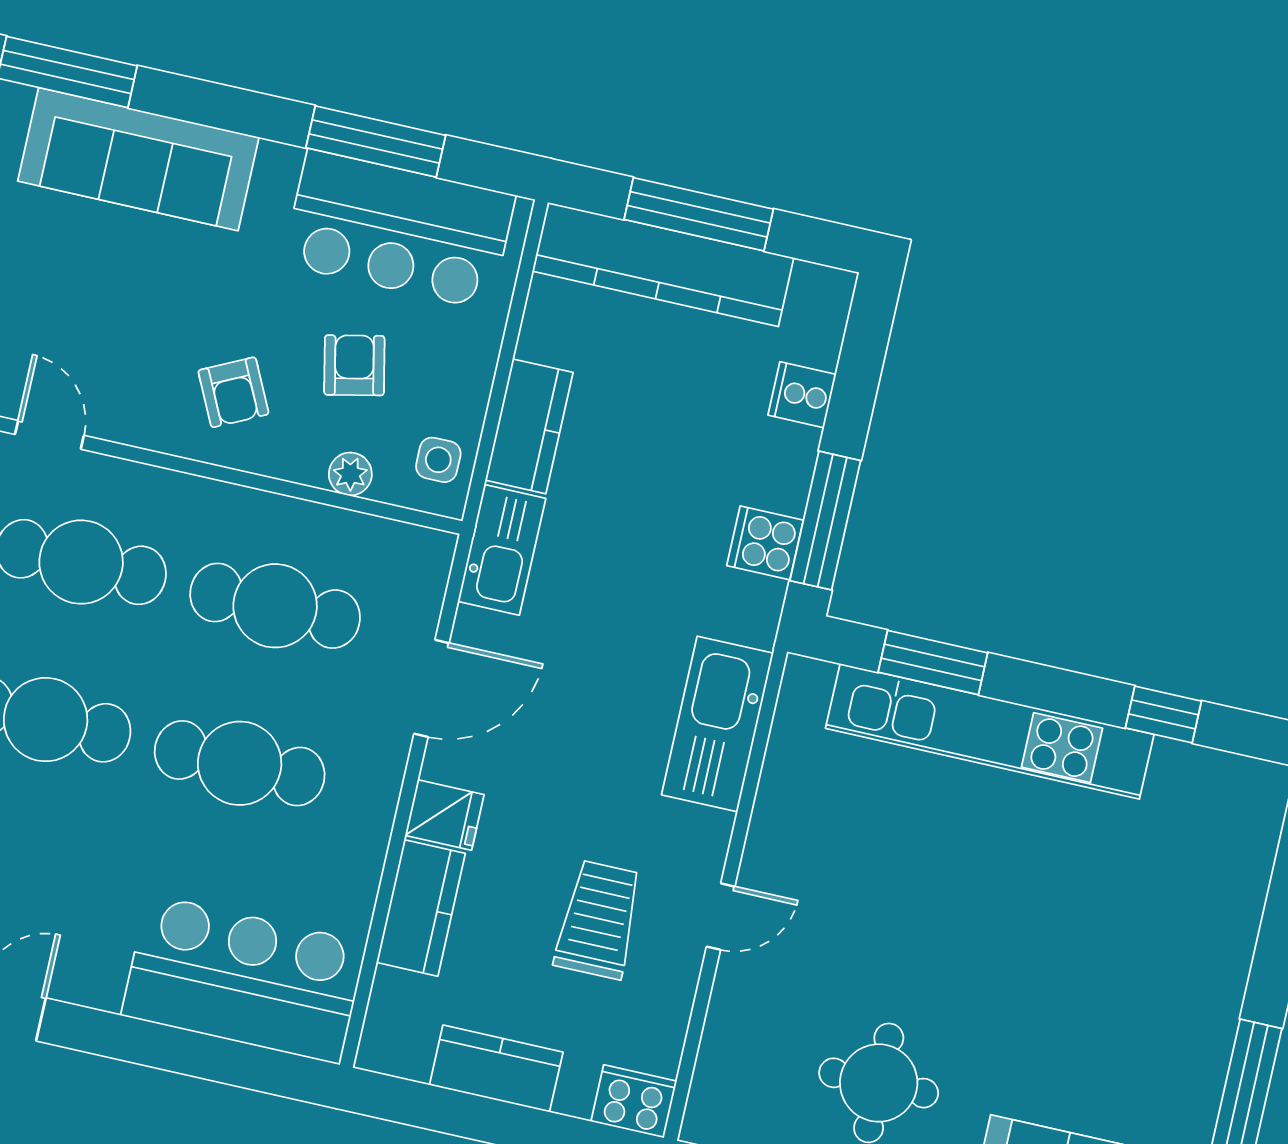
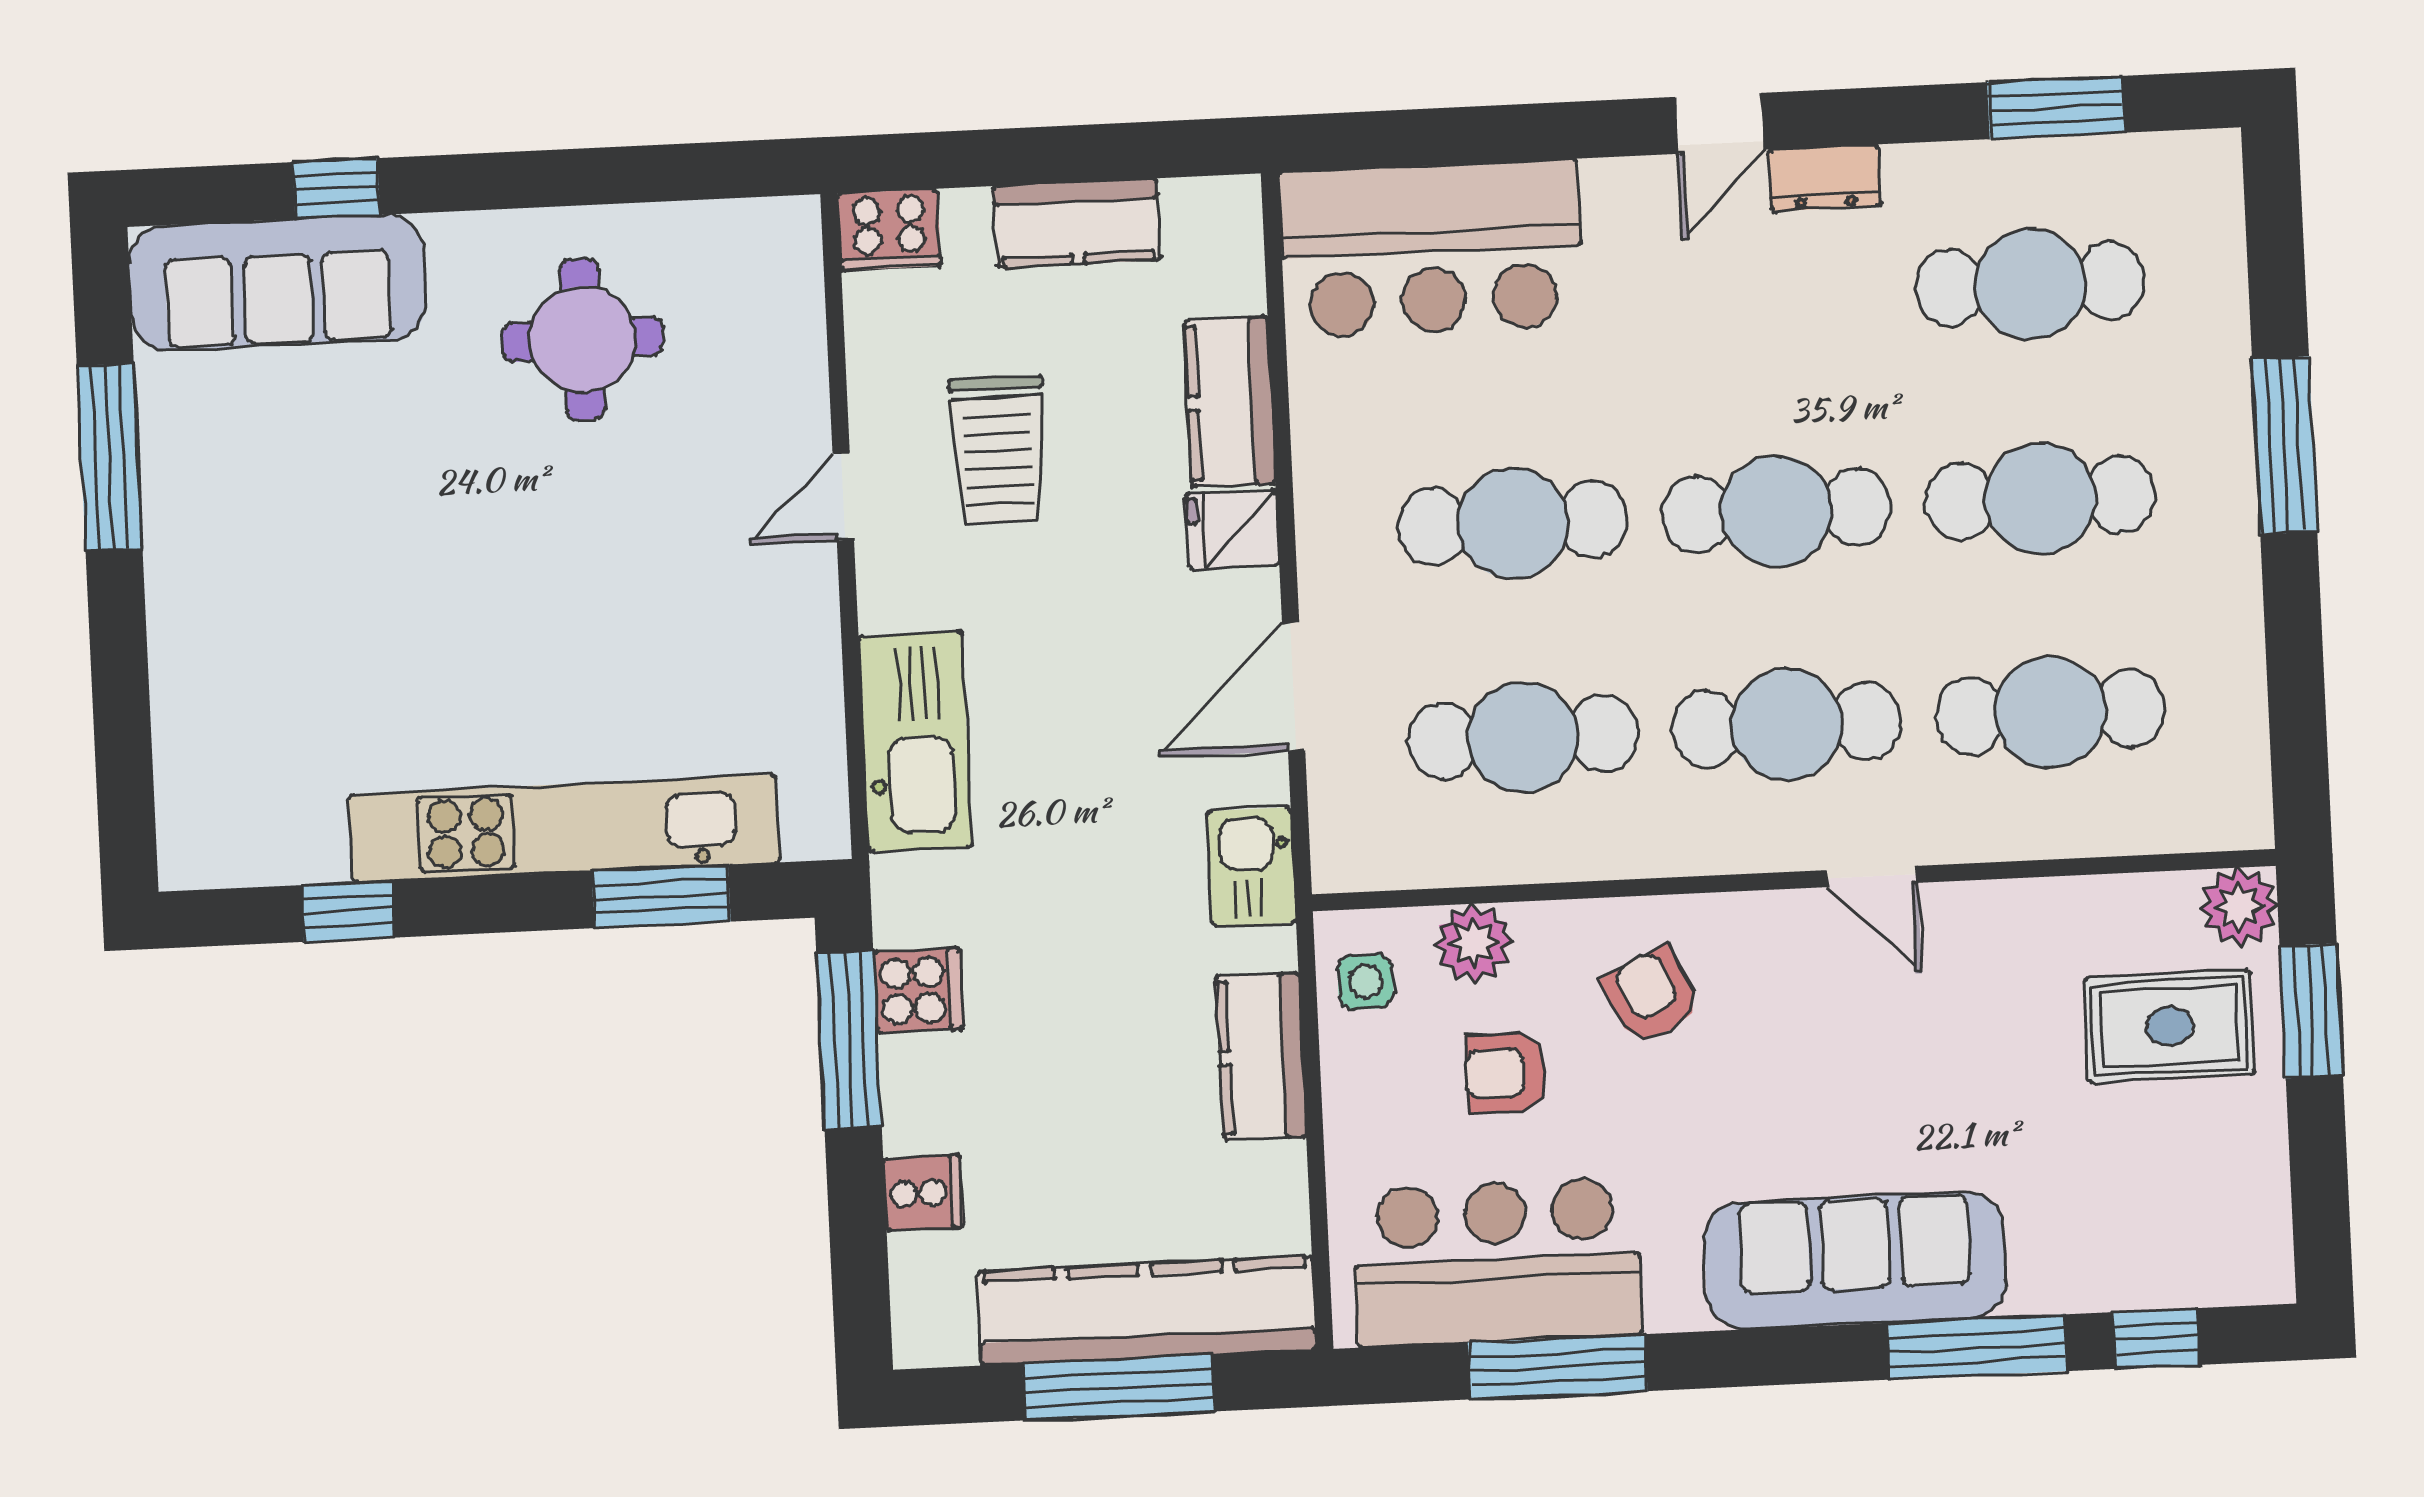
armchair: (354, 365) -> (1506, 1073), turned 102
plant: (350, 474) -> (1474, 943), width x1.38, depth x1.38
kitchen sink: (502, 550) -> (1252, 867), width x0.73

